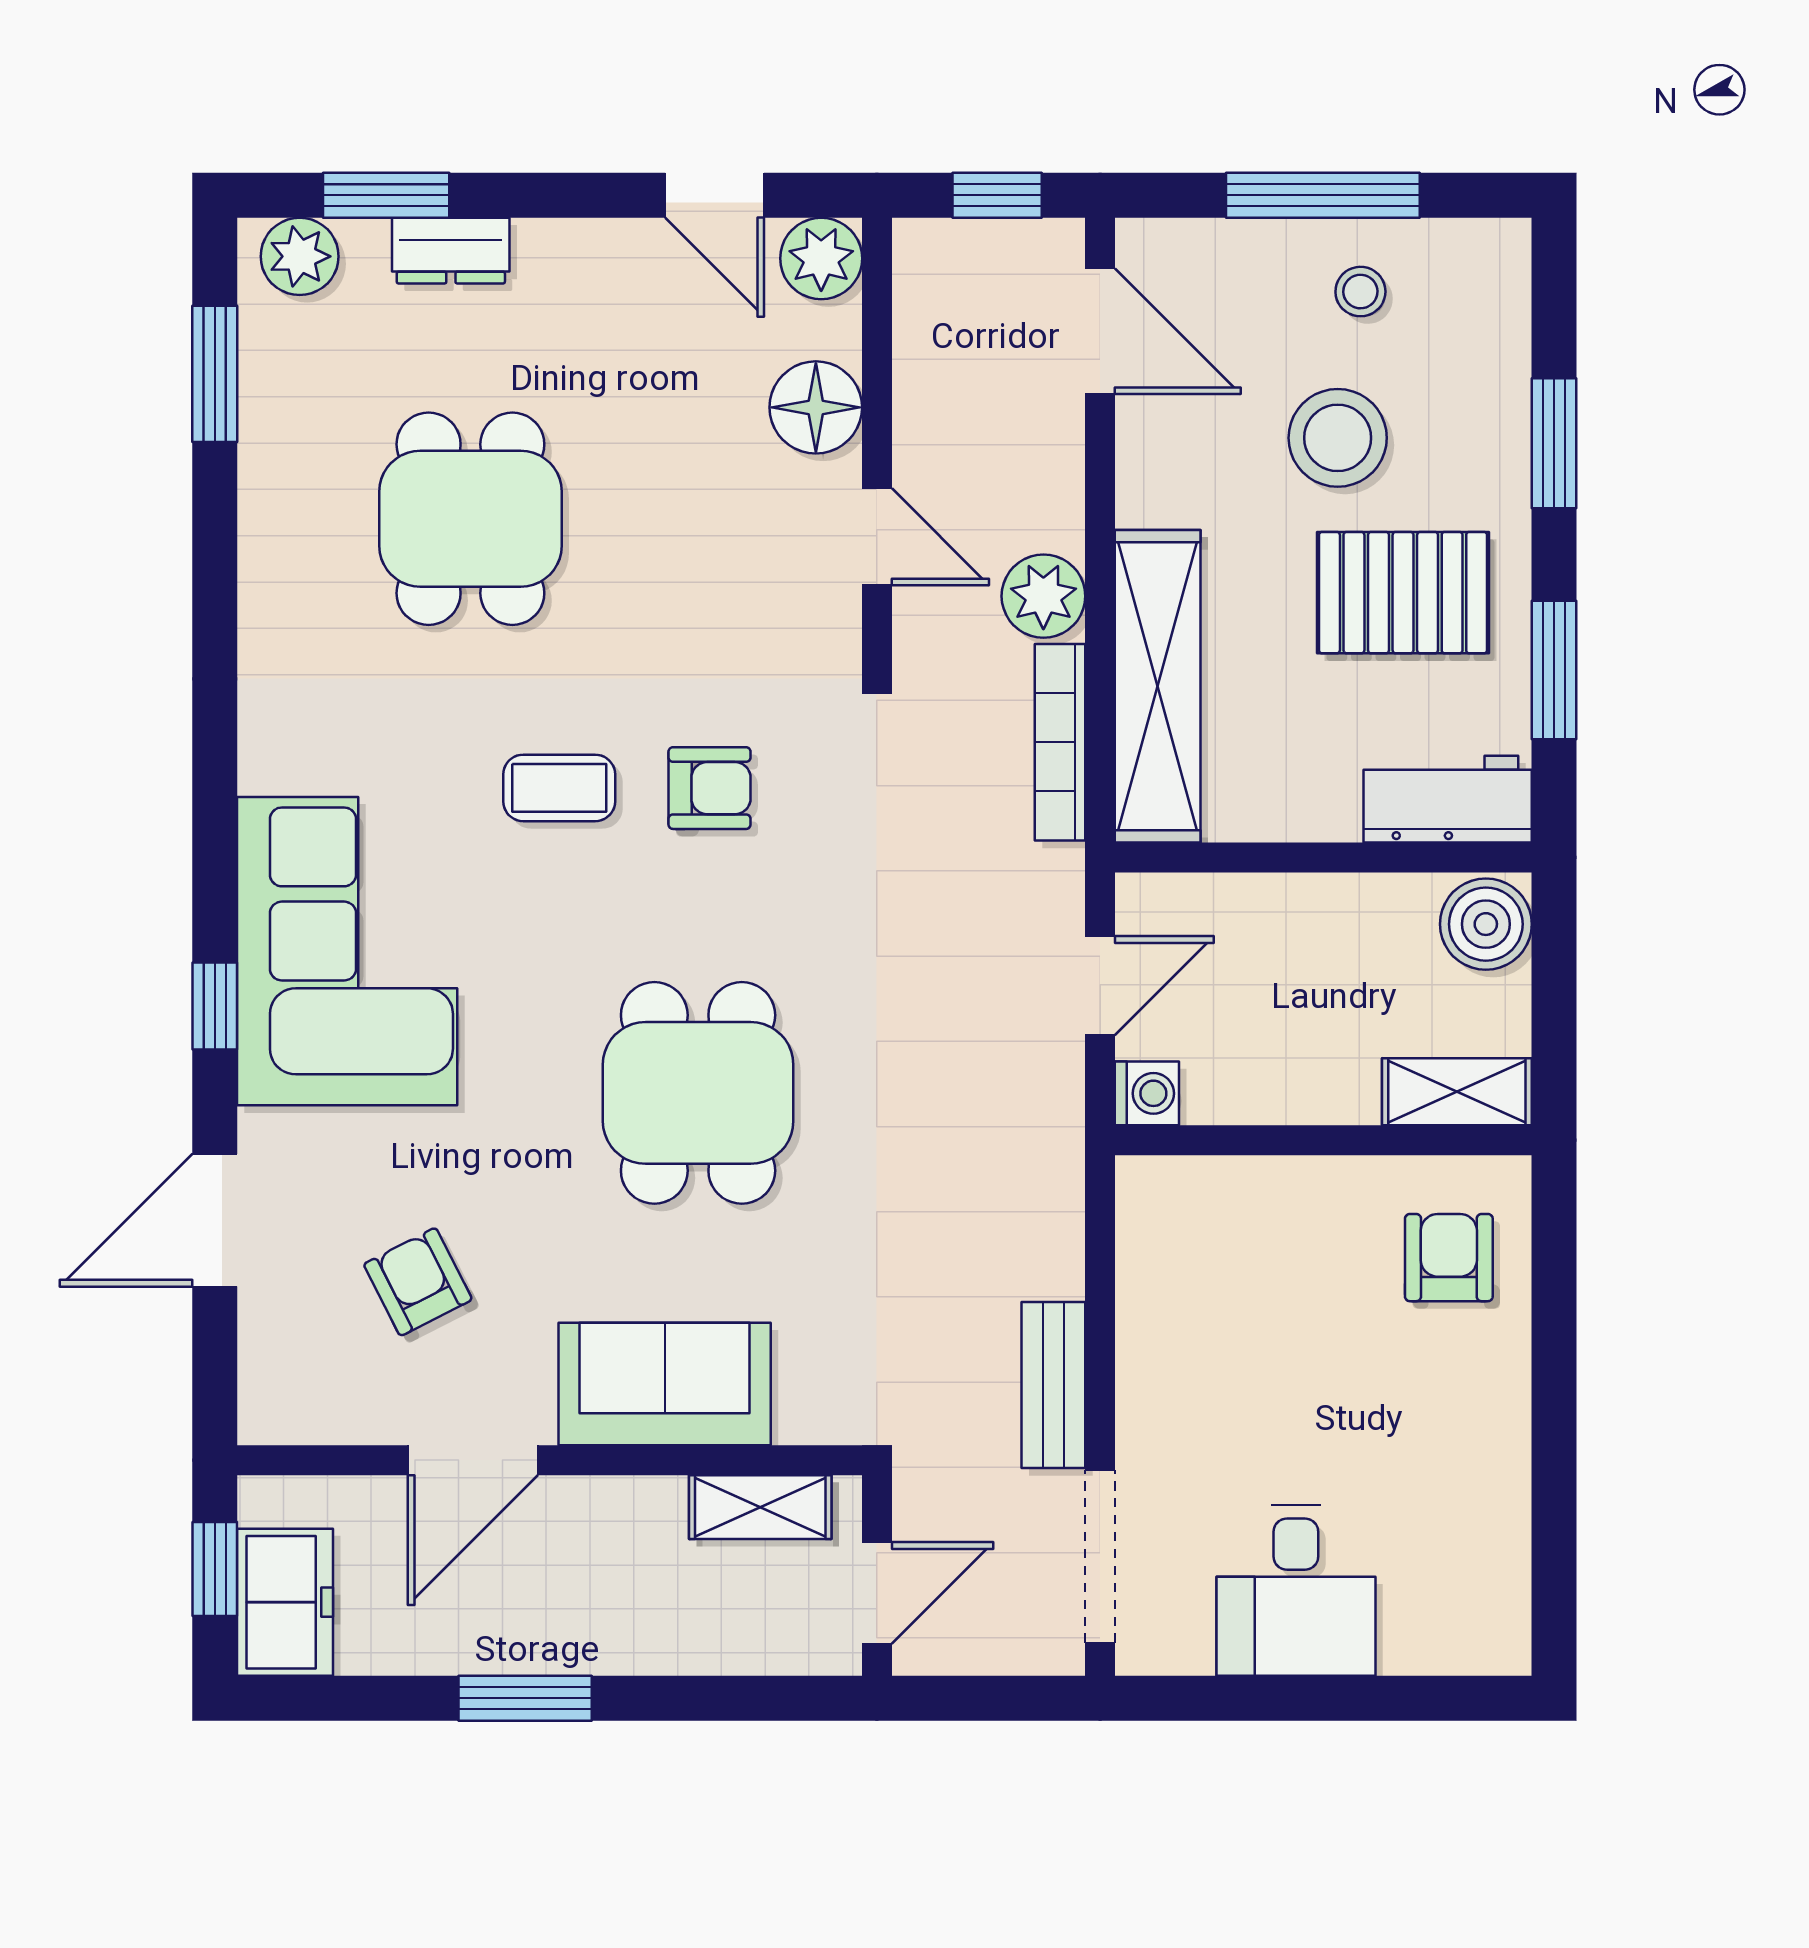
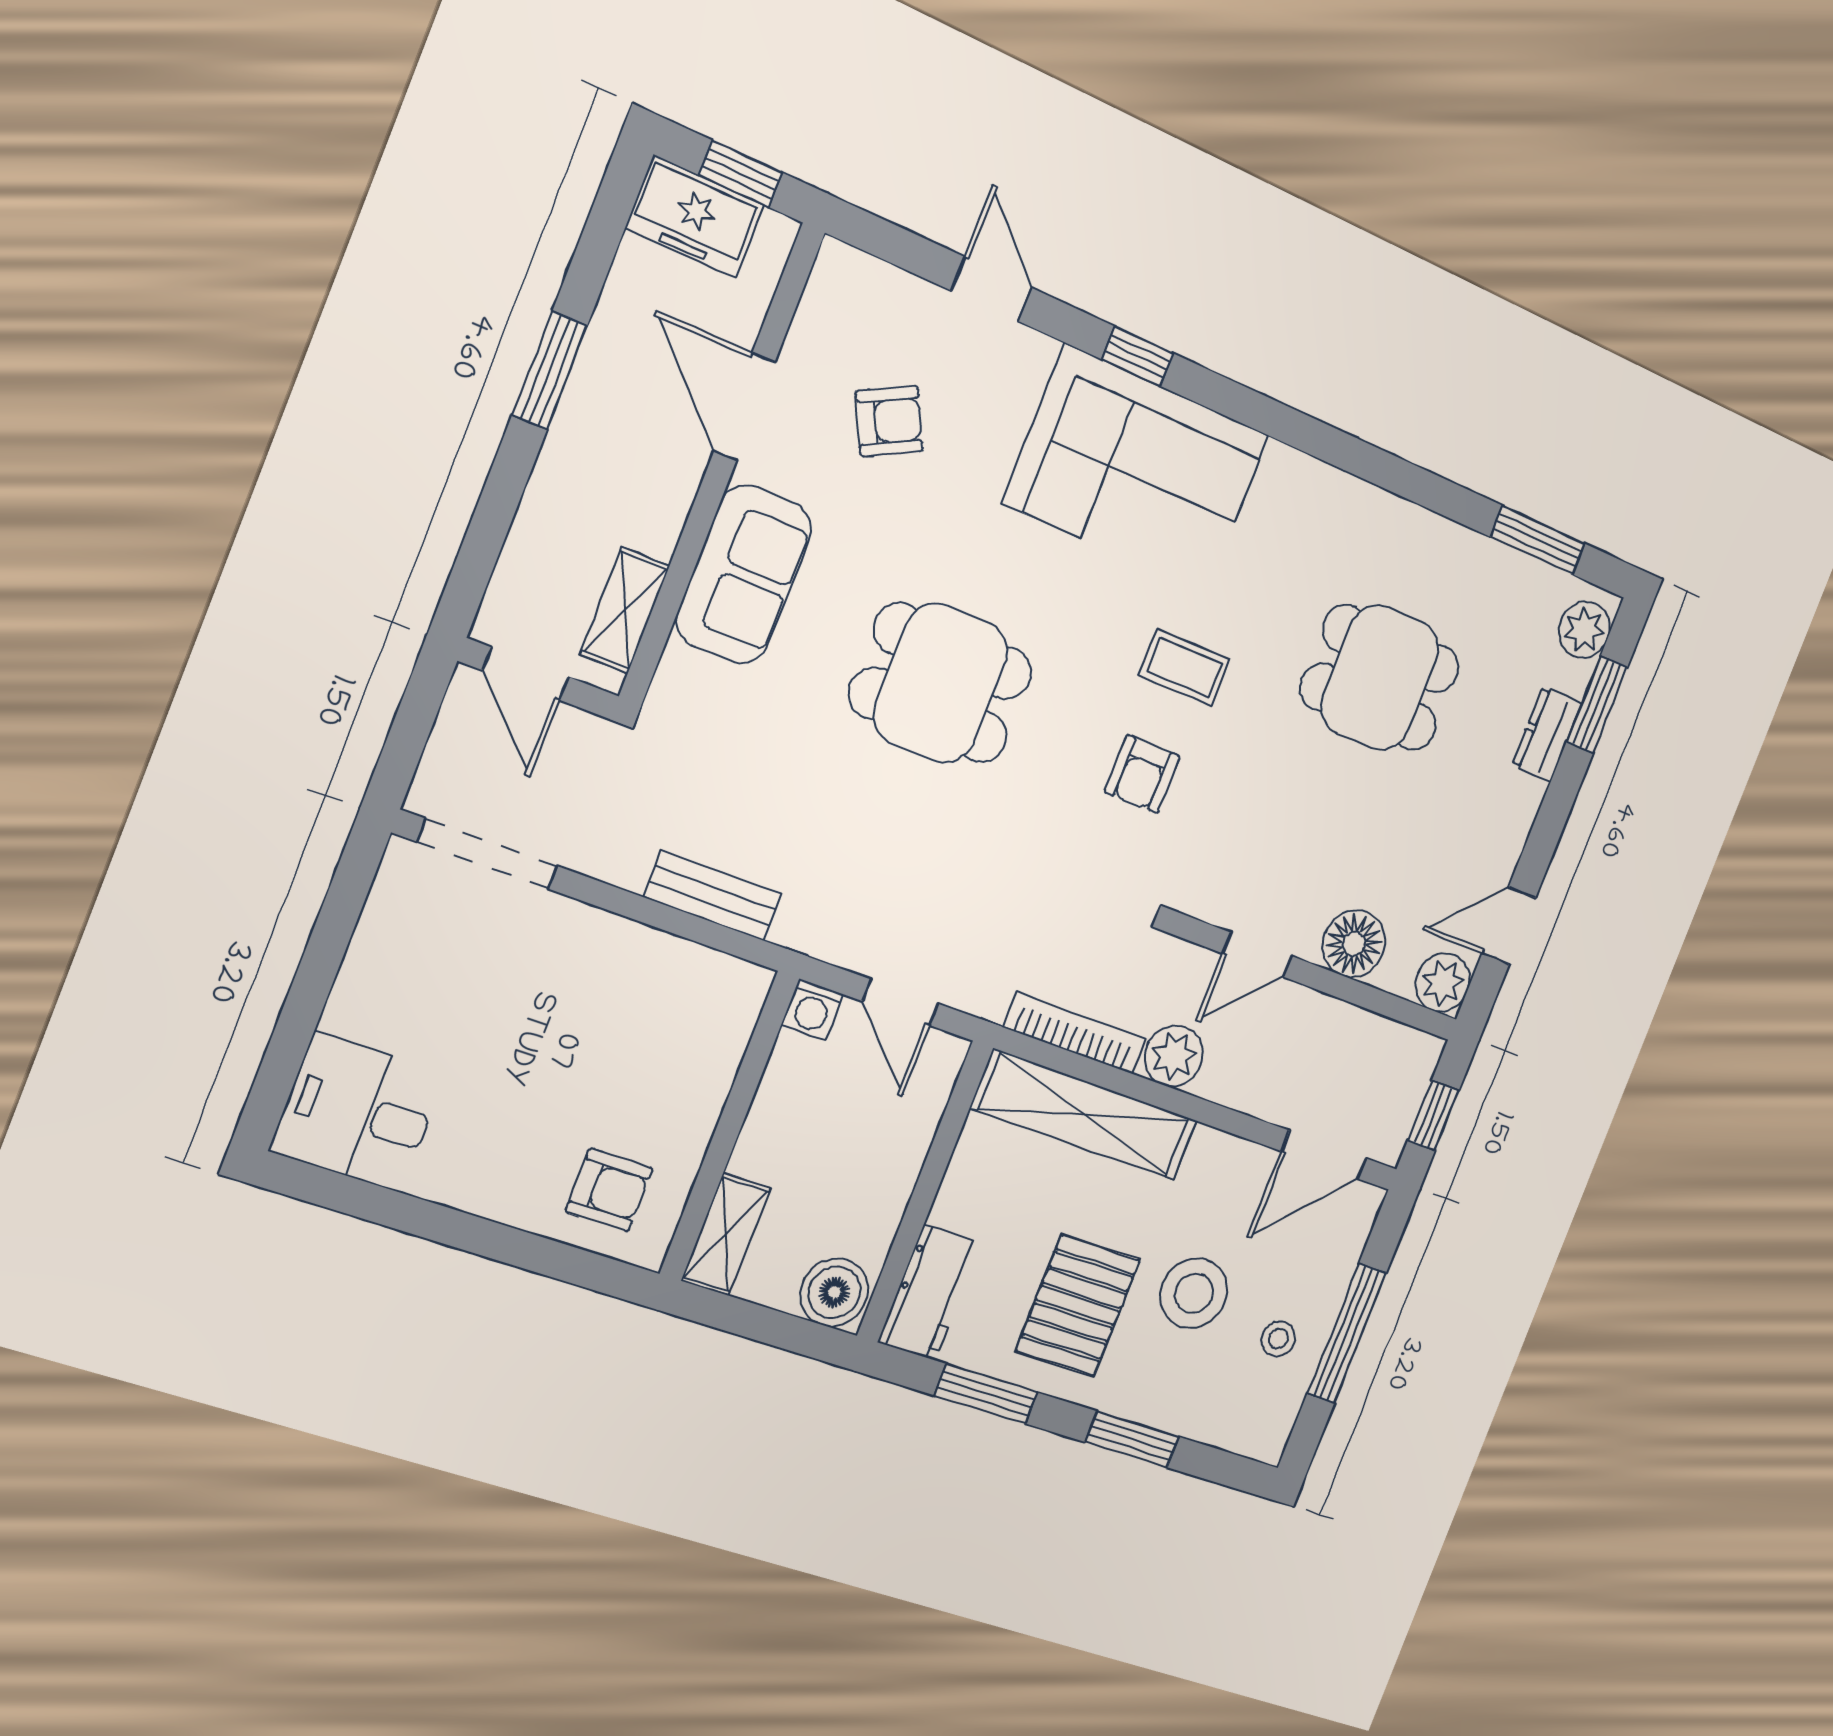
coffee table: (559, 788) -> (1184, 667), turned 90
door: (215, 1220) -> (992, 289), width x0.73
bench: (1053, 1385) -> (713, 896), moved
desk: (1296, 1590) -> (358, 1112), moved

